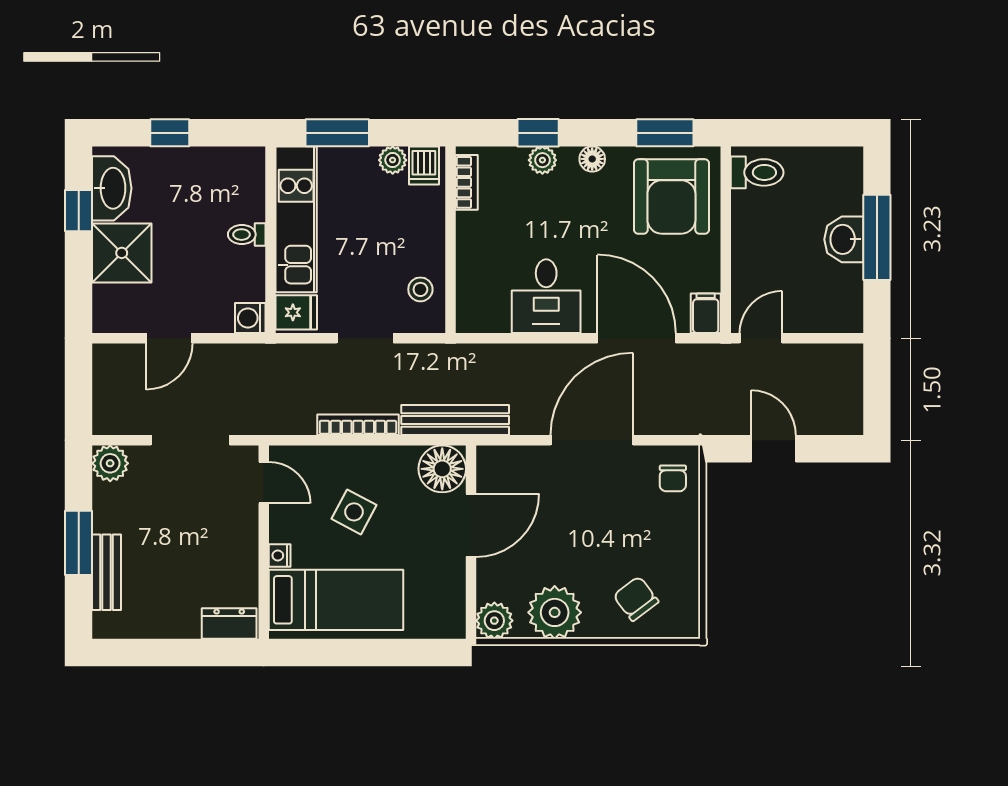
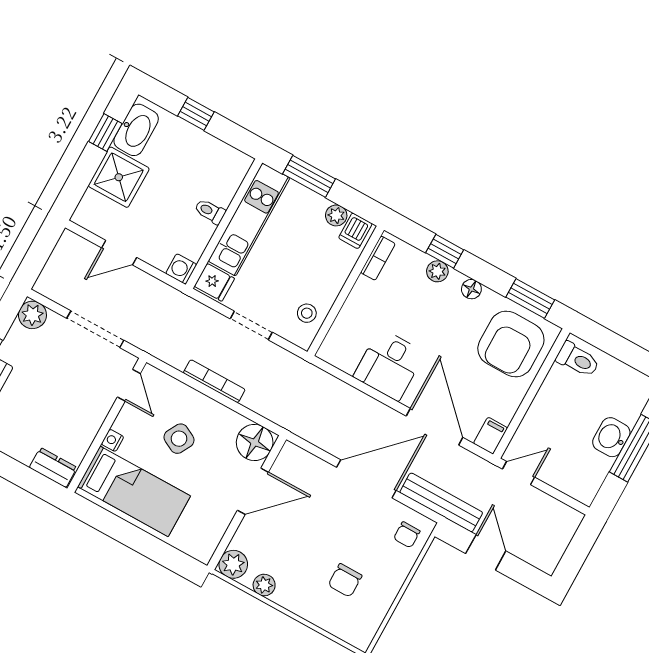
bench: (455, 420) -> (441, 502), moved
chair: (636, 599) -> (345, 580), moved, turned -143
plant: (555, 612) -> (264, 585), width x0.53, depth x0.53

